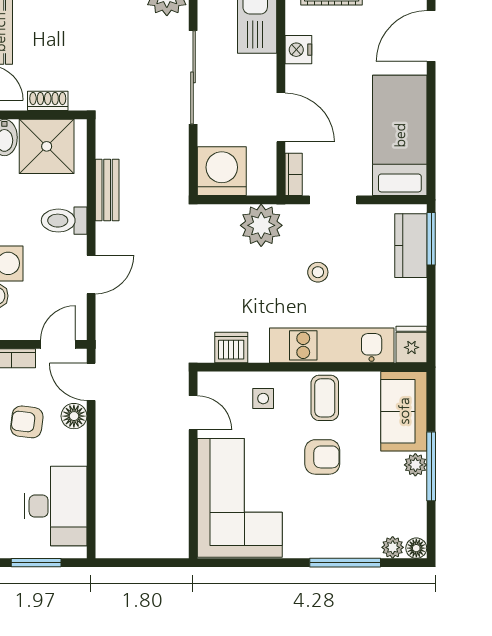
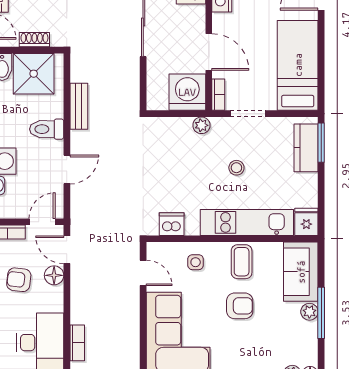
washing machine: (222, 171) -> (187, 92), moved
plant: (261, 225) -> (201, 125), width x0.53, depth x0.53
bookcase: (105, 506) -> (77, 343), added

